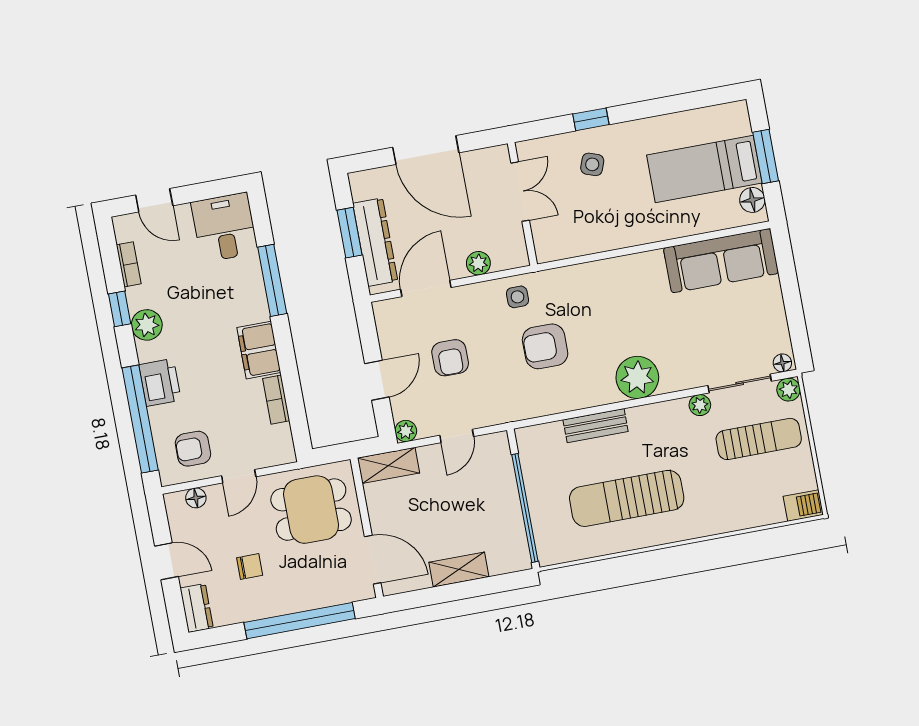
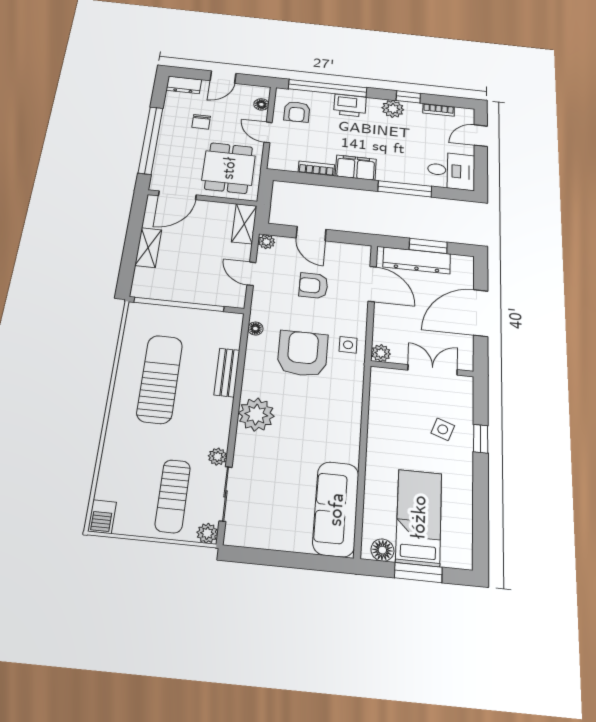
double door: (520, 192) -> (433, 370), swing flipped
plant: (478, 263) -> (381, 353), moved
armchair: (545, 346) -> (303, 354), width x1.36, depth x1.36
floor lamp: (782, 363) -> (255, 329), moved
armchair: (193, 449) -> (297, 112), turned 180

